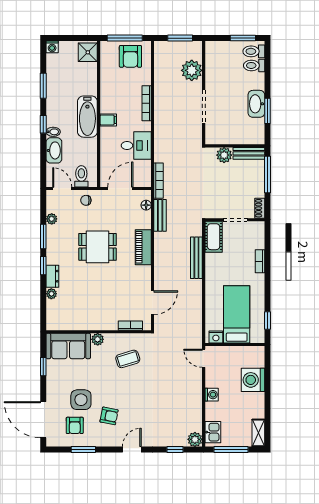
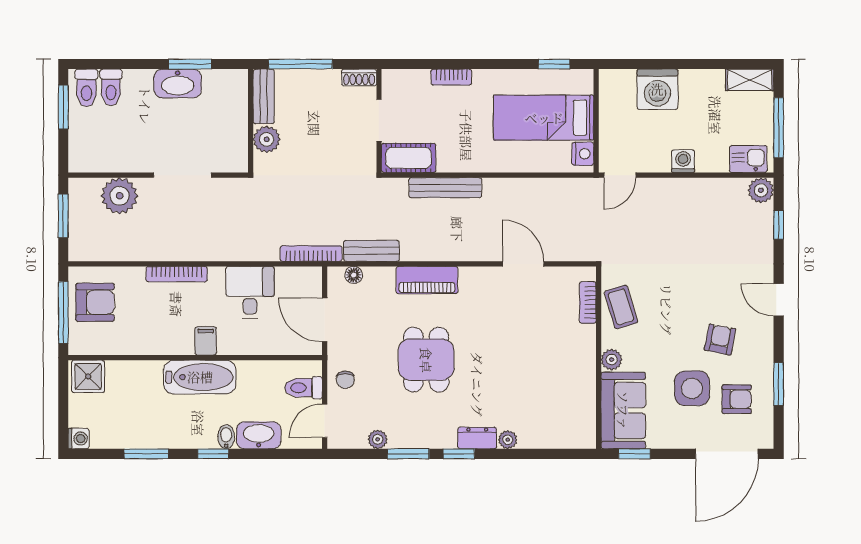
bookcase: (130, 326) -> (588, 303), moved
wall: (99, 332) -> (599, 358), moved
plant: (98, 339) -> (612, 359), moved
sofa: (68, 346) -> (623, 410), moved

